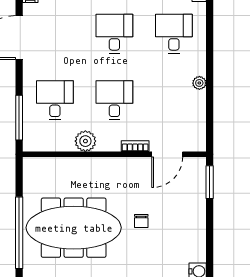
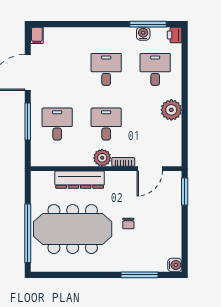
plant: (199, 83) -> (171, 110), width x1.88, depth x1.88
window: (19, 118) -> (28, 122), moved
plant: (85, 141) -> (102, 158), moved
dresser: (82, 168) -> (80, 180), added

